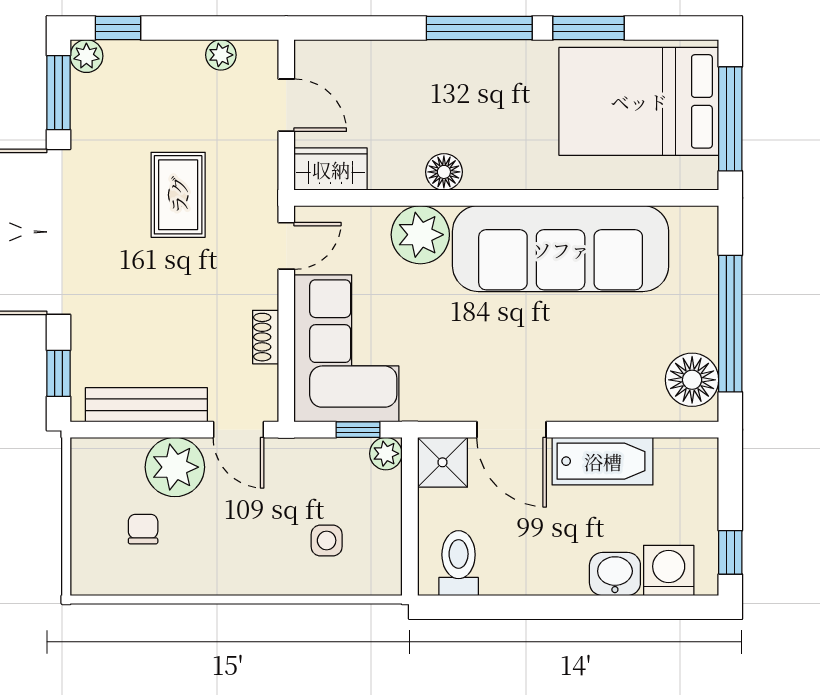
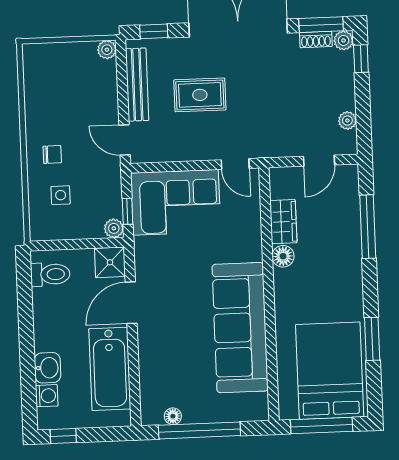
window: (479, 28) -> (368, 227), moved
wardrobe: (331, 169) -> (283, 222), moved
rug: (178, 195) -> (200, 95), moved
plant: (420, 235) -> (245, 244), removed
shoe rack: (266, 337) -> (316, 40), moved, turned 180
floor lamp: (692, 380) -> (173, 416), width x0.53, depth x0.53
door: (238, 430) -> (125, 140), hinge flipped
bathtub: (603, 461) -> (110, 369), width x1.36, depth x1.36
plant: (175, 467) -> (107, 50), moved, width x0.53, depth x0.53
chair: (143, 529) -> (52, 155), moved
washing machine: (669, 570) -> (47, 396), width x0.73, depth x0.73

